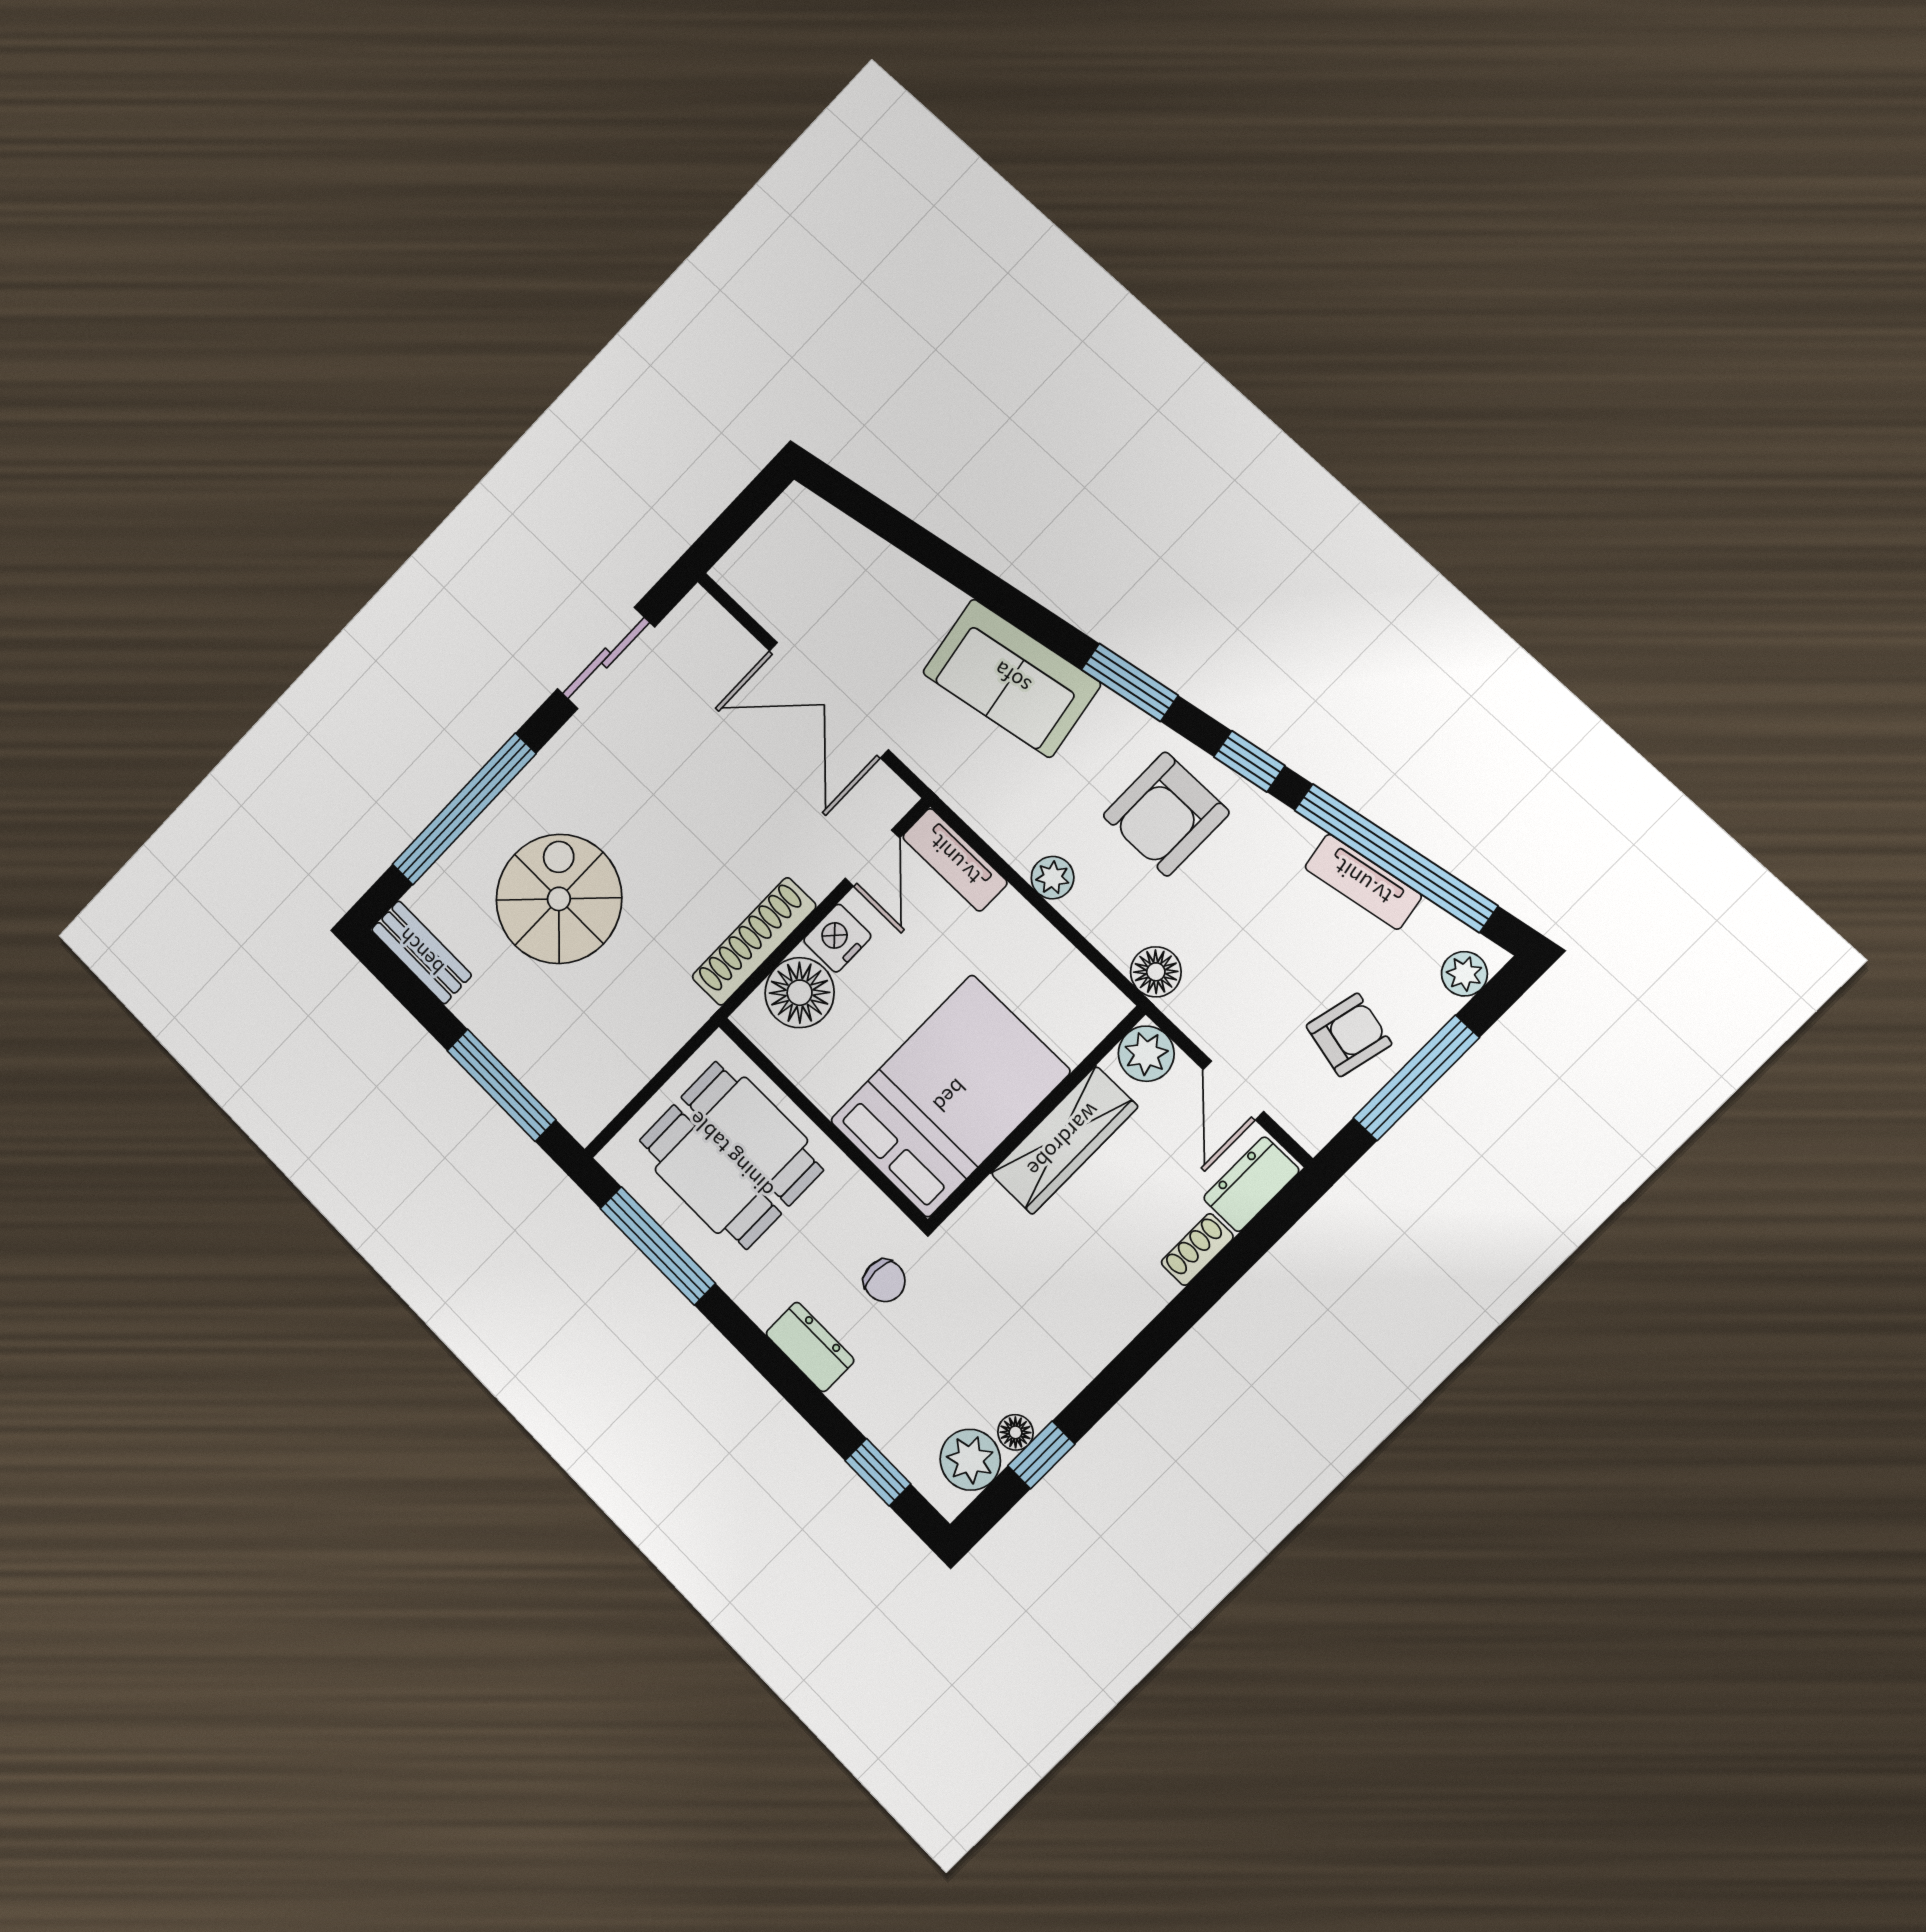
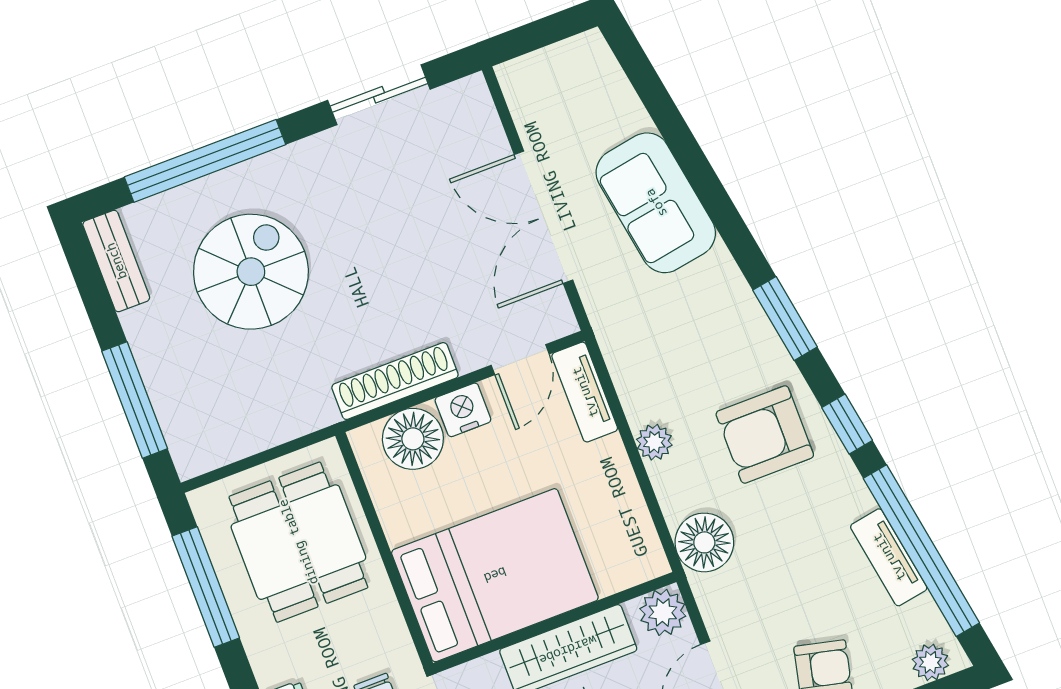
sofa: (1012, 678) -> (656, 203), moved
floor lamp: (1156, 972) -> (704, 542), width x1.38, depth x1.38

